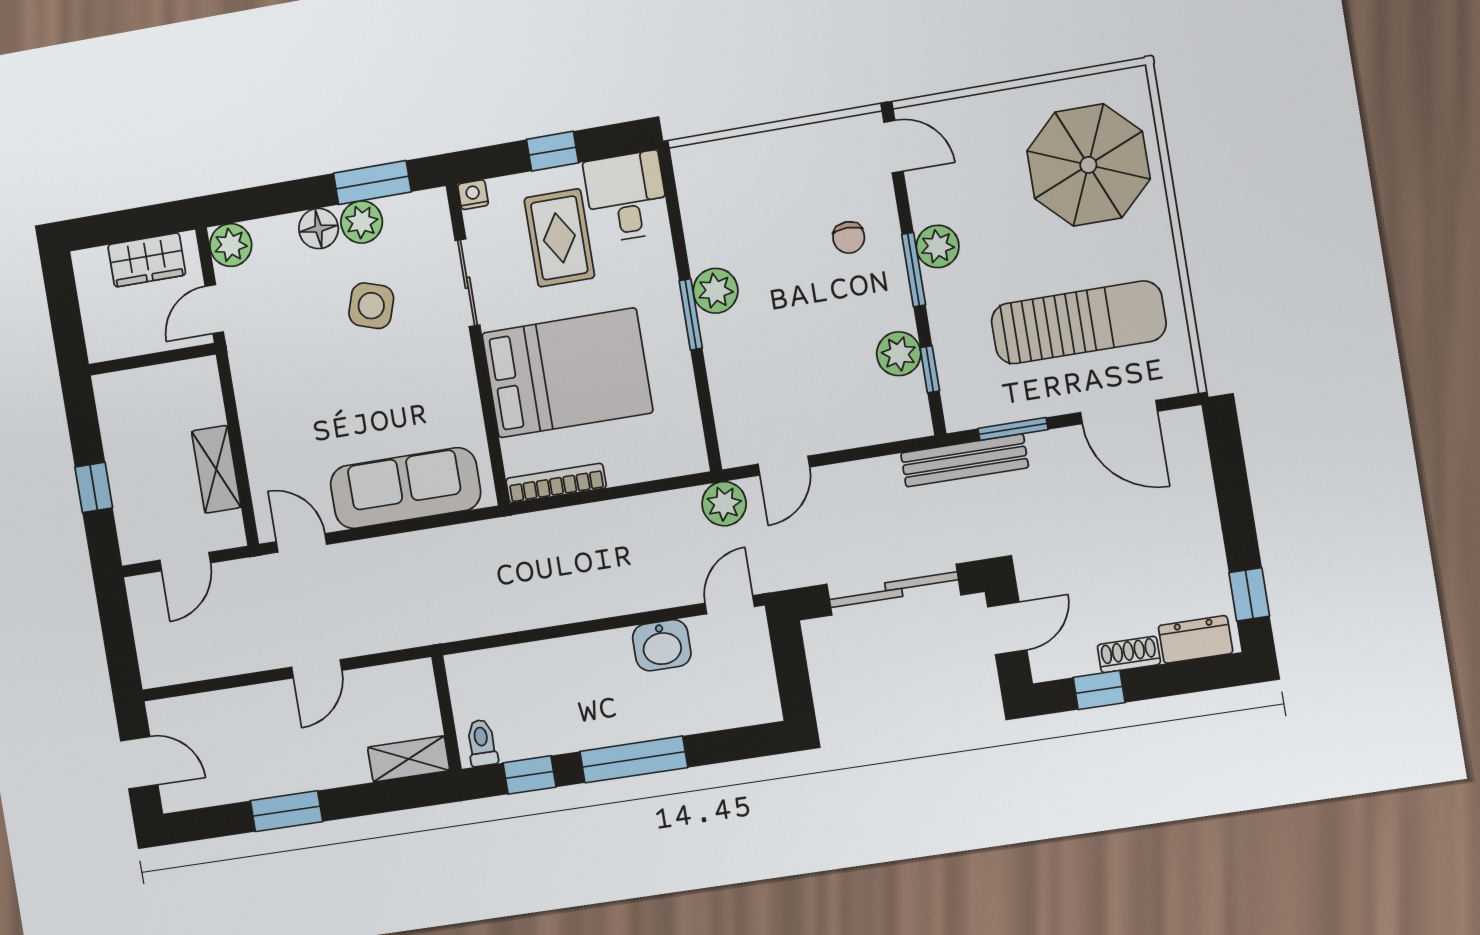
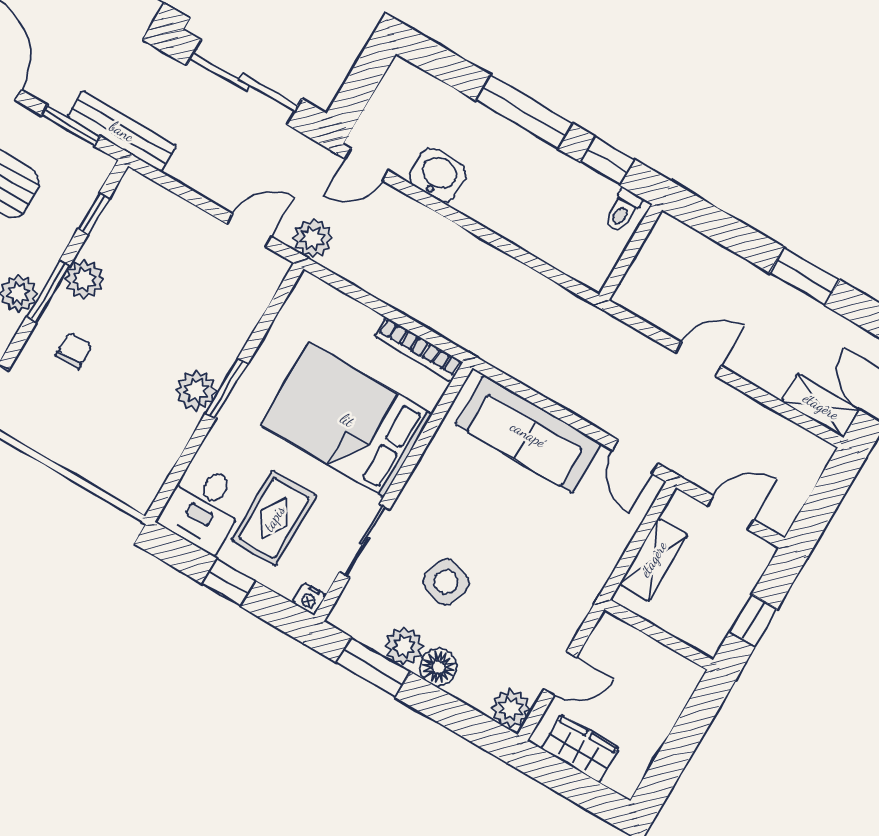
plant: (899, 354) -> (84, 279), moved
wall: (152, 359) -> (659, 635), moved
shelving: (409, 759) -> (821, 406), moved

